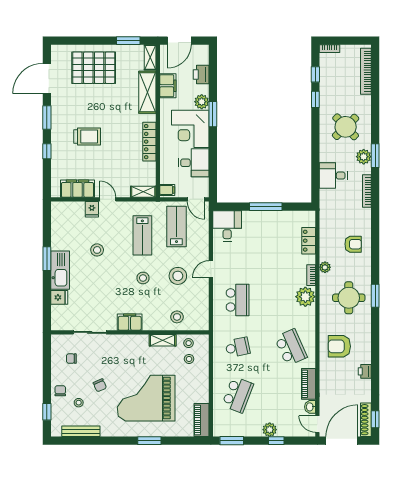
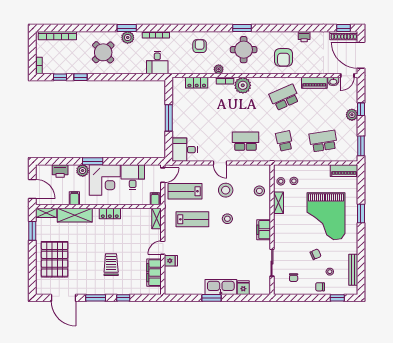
filing cabinet: (168, 86) -> (74, 198), width x0.50
locker: (149, 142) -> (110, 214), width x0.66
desk: (333, 176) -> (157, 62), moved
stool: (97, 250) -> (204, 256), removed
school desk: (238, 395) -> (323, 141), turned -30

